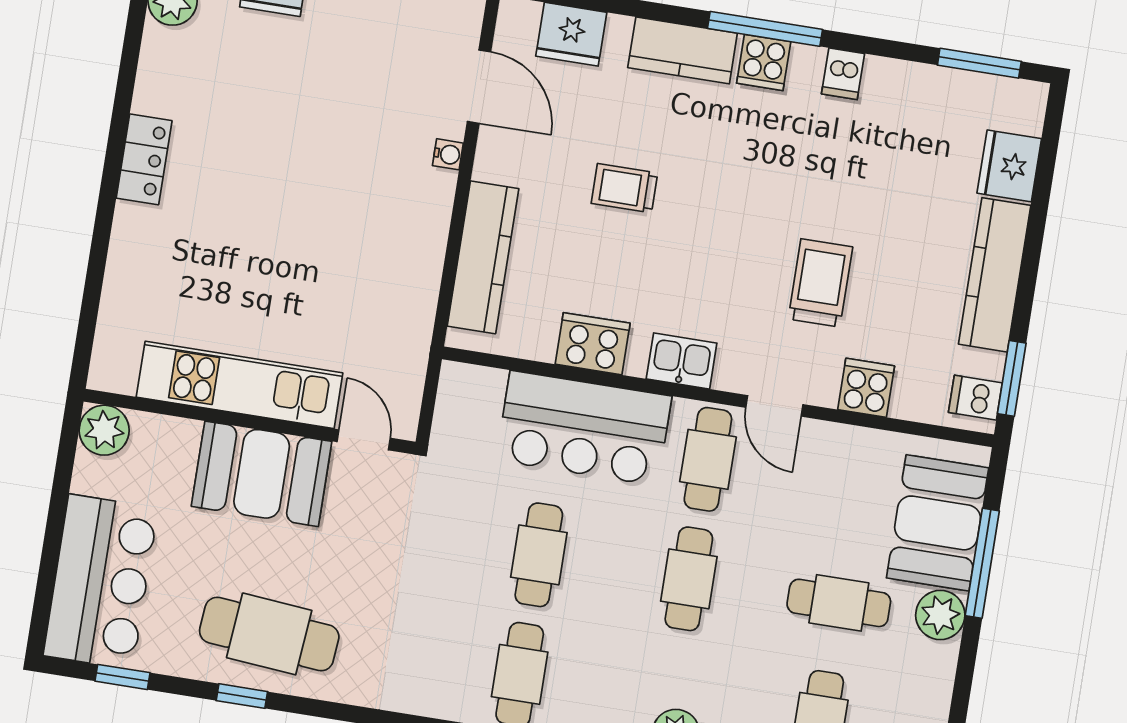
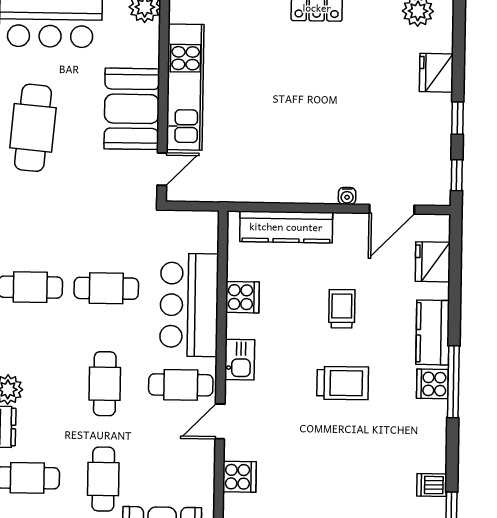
dishwasher: (843, 74) -> (432, 485), moved
trolley: (820, 283) -> (343, 383), moved
cooker: (593, 344) -> (242, 297), width x0.73
cafe table: (689, 579) -> (105, 384), turned 90

